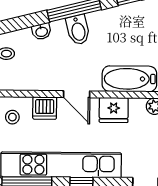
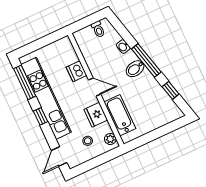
door: (77, 94) -> (95, 87), swing flipped
stool: (12, 117) -> (88, 141), moved

